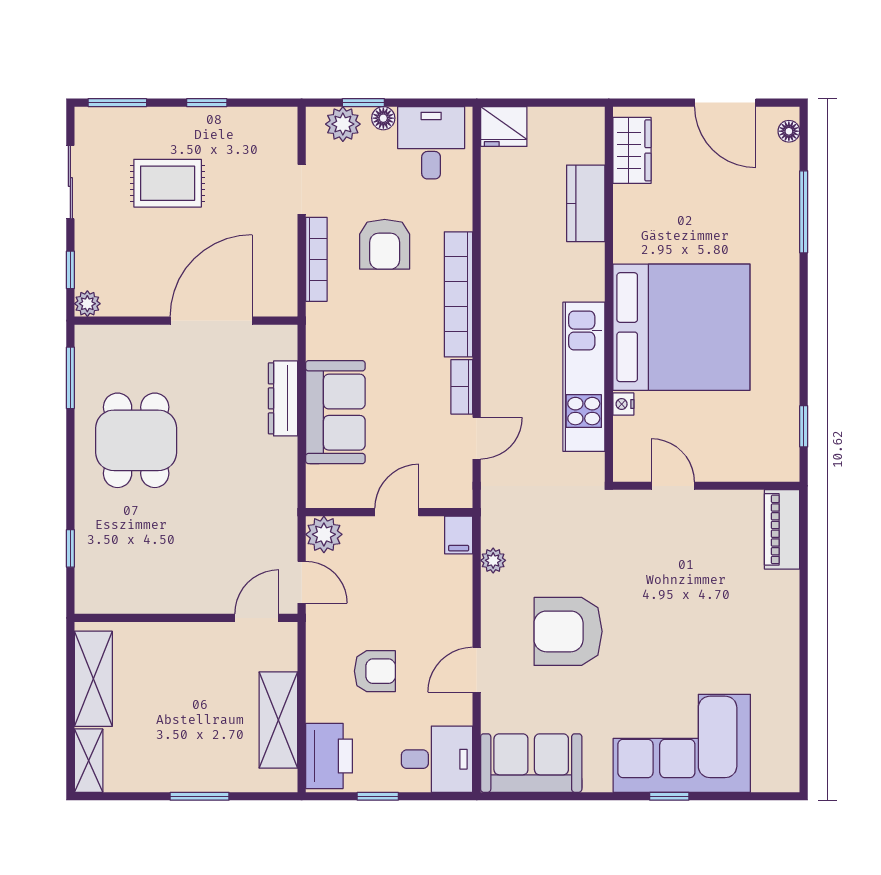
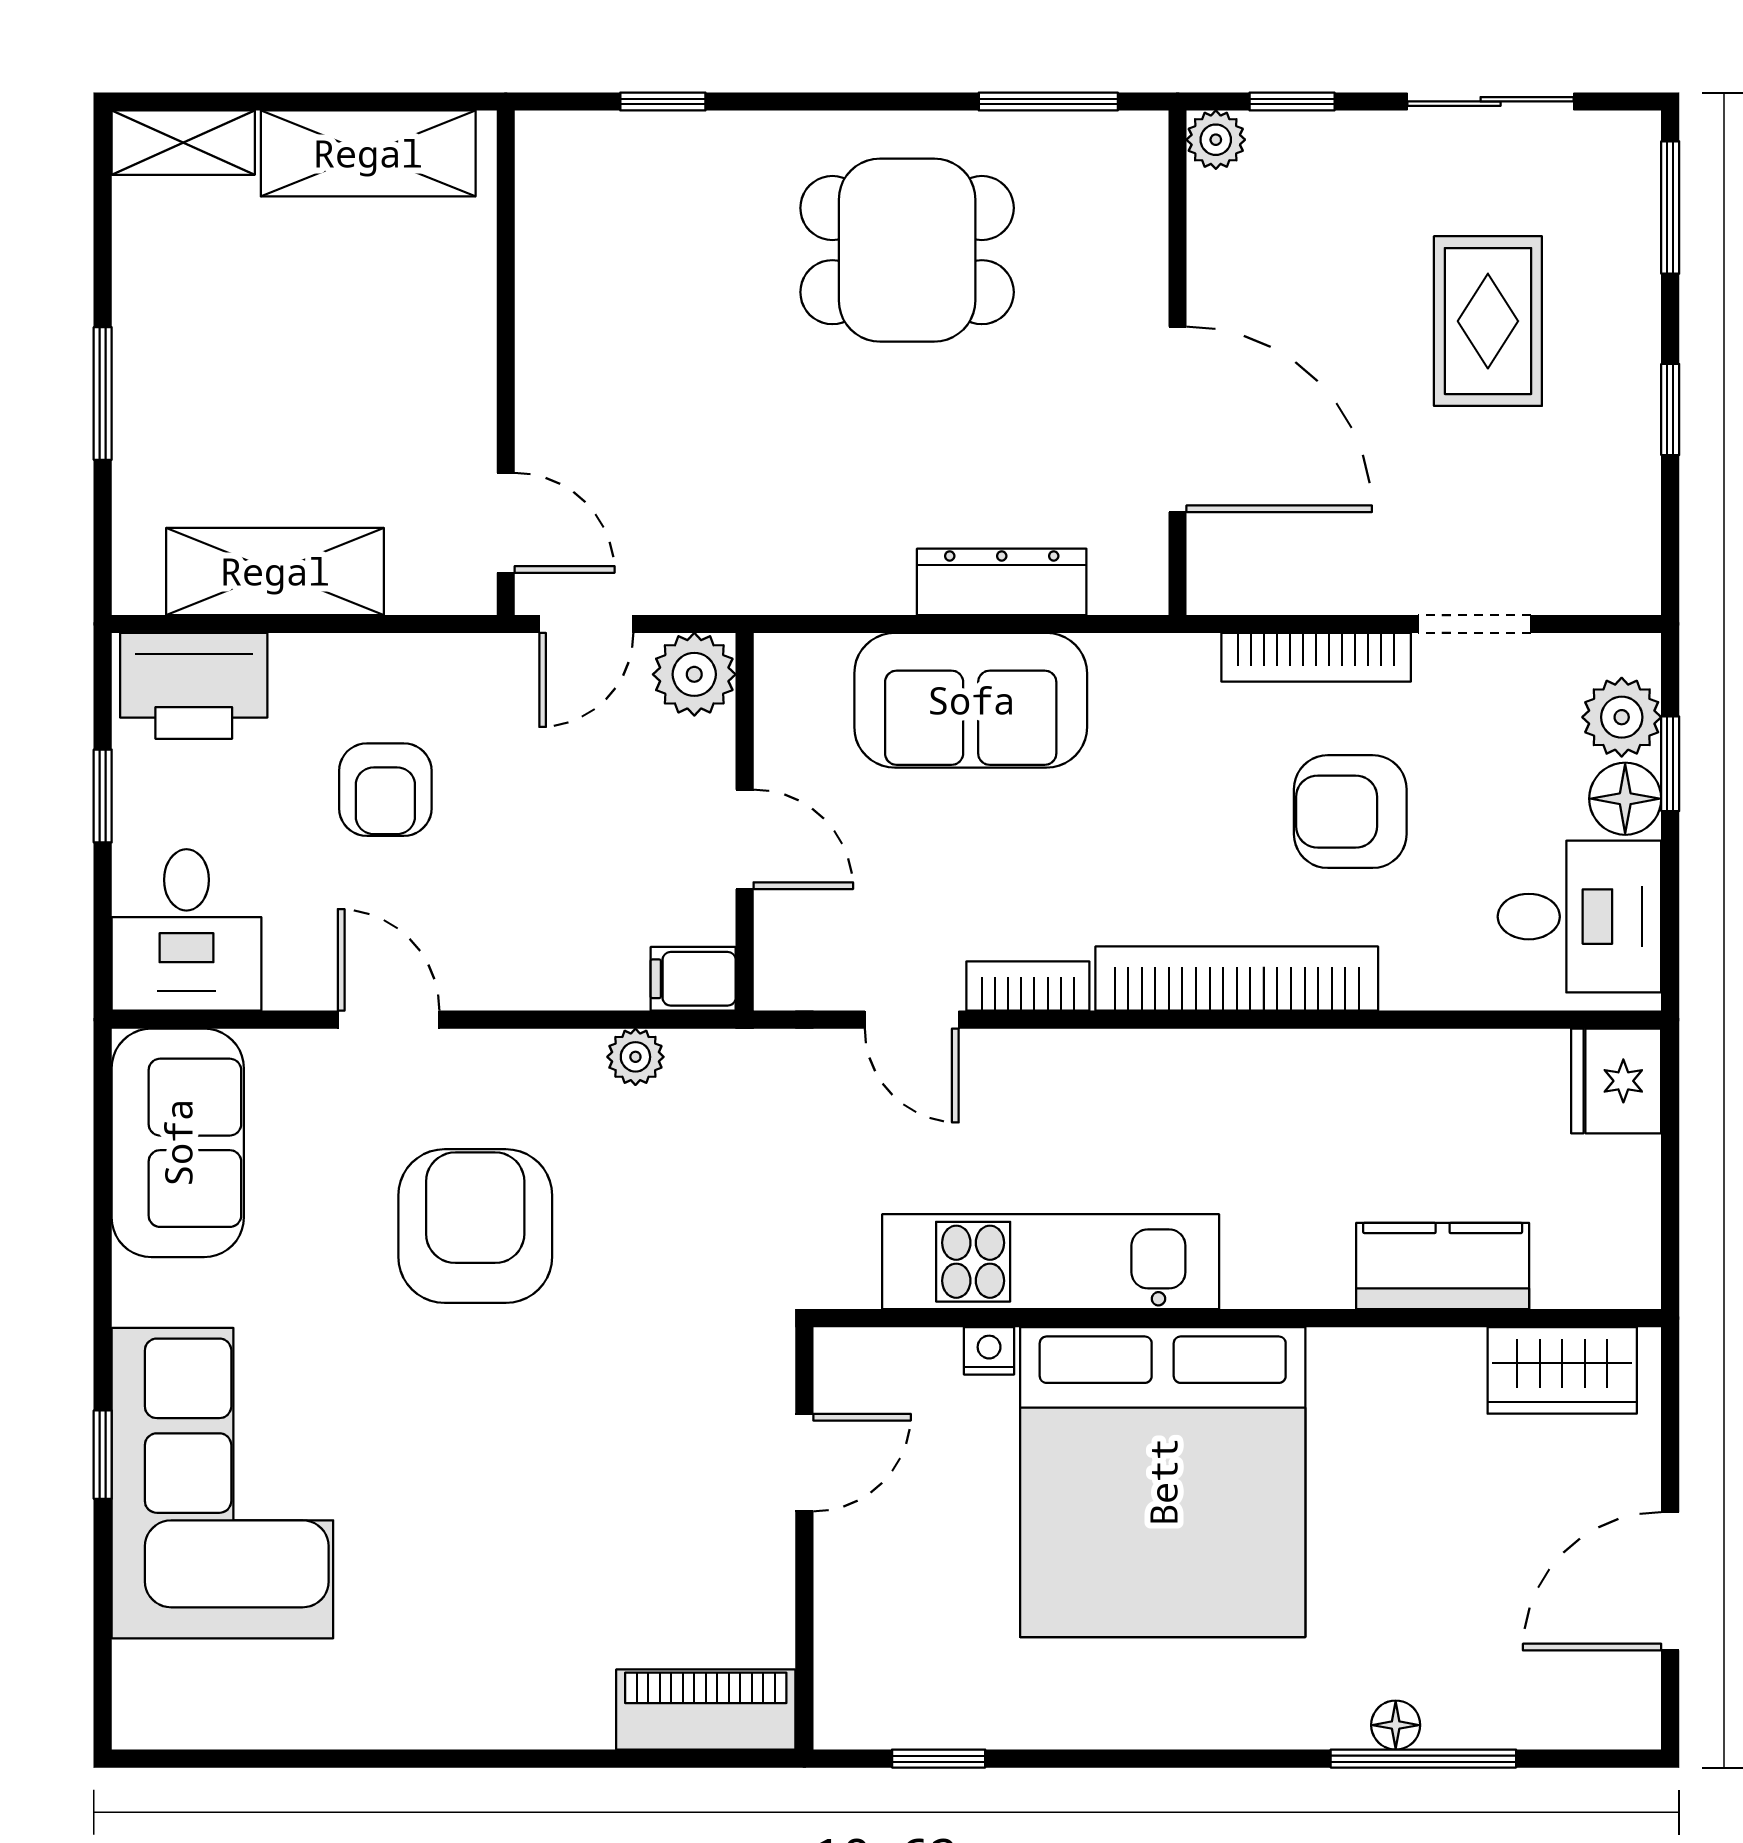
floor lamp: (383, 118) -> (1625, 799), width x1.37, depth x1.37
floor lamp: (789, 131) -> (1396, 1725), moved

